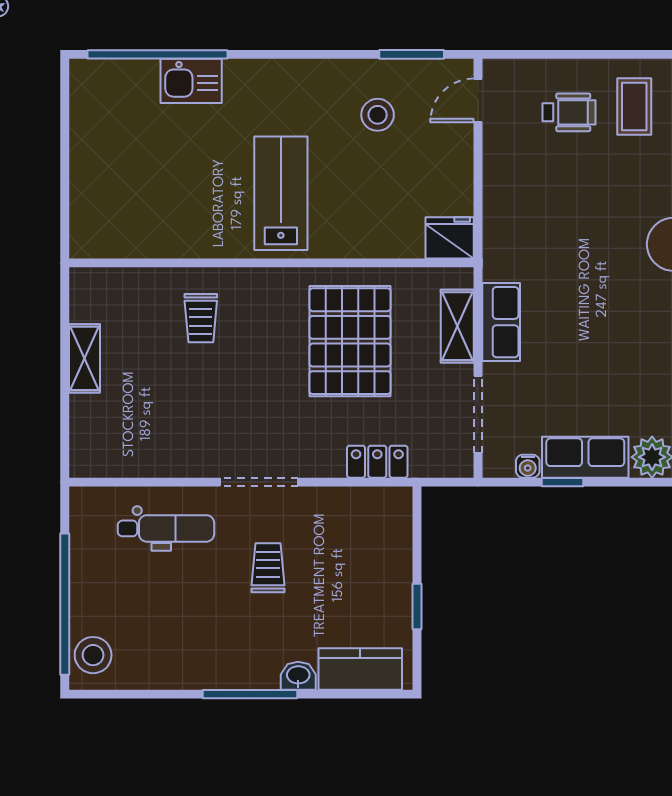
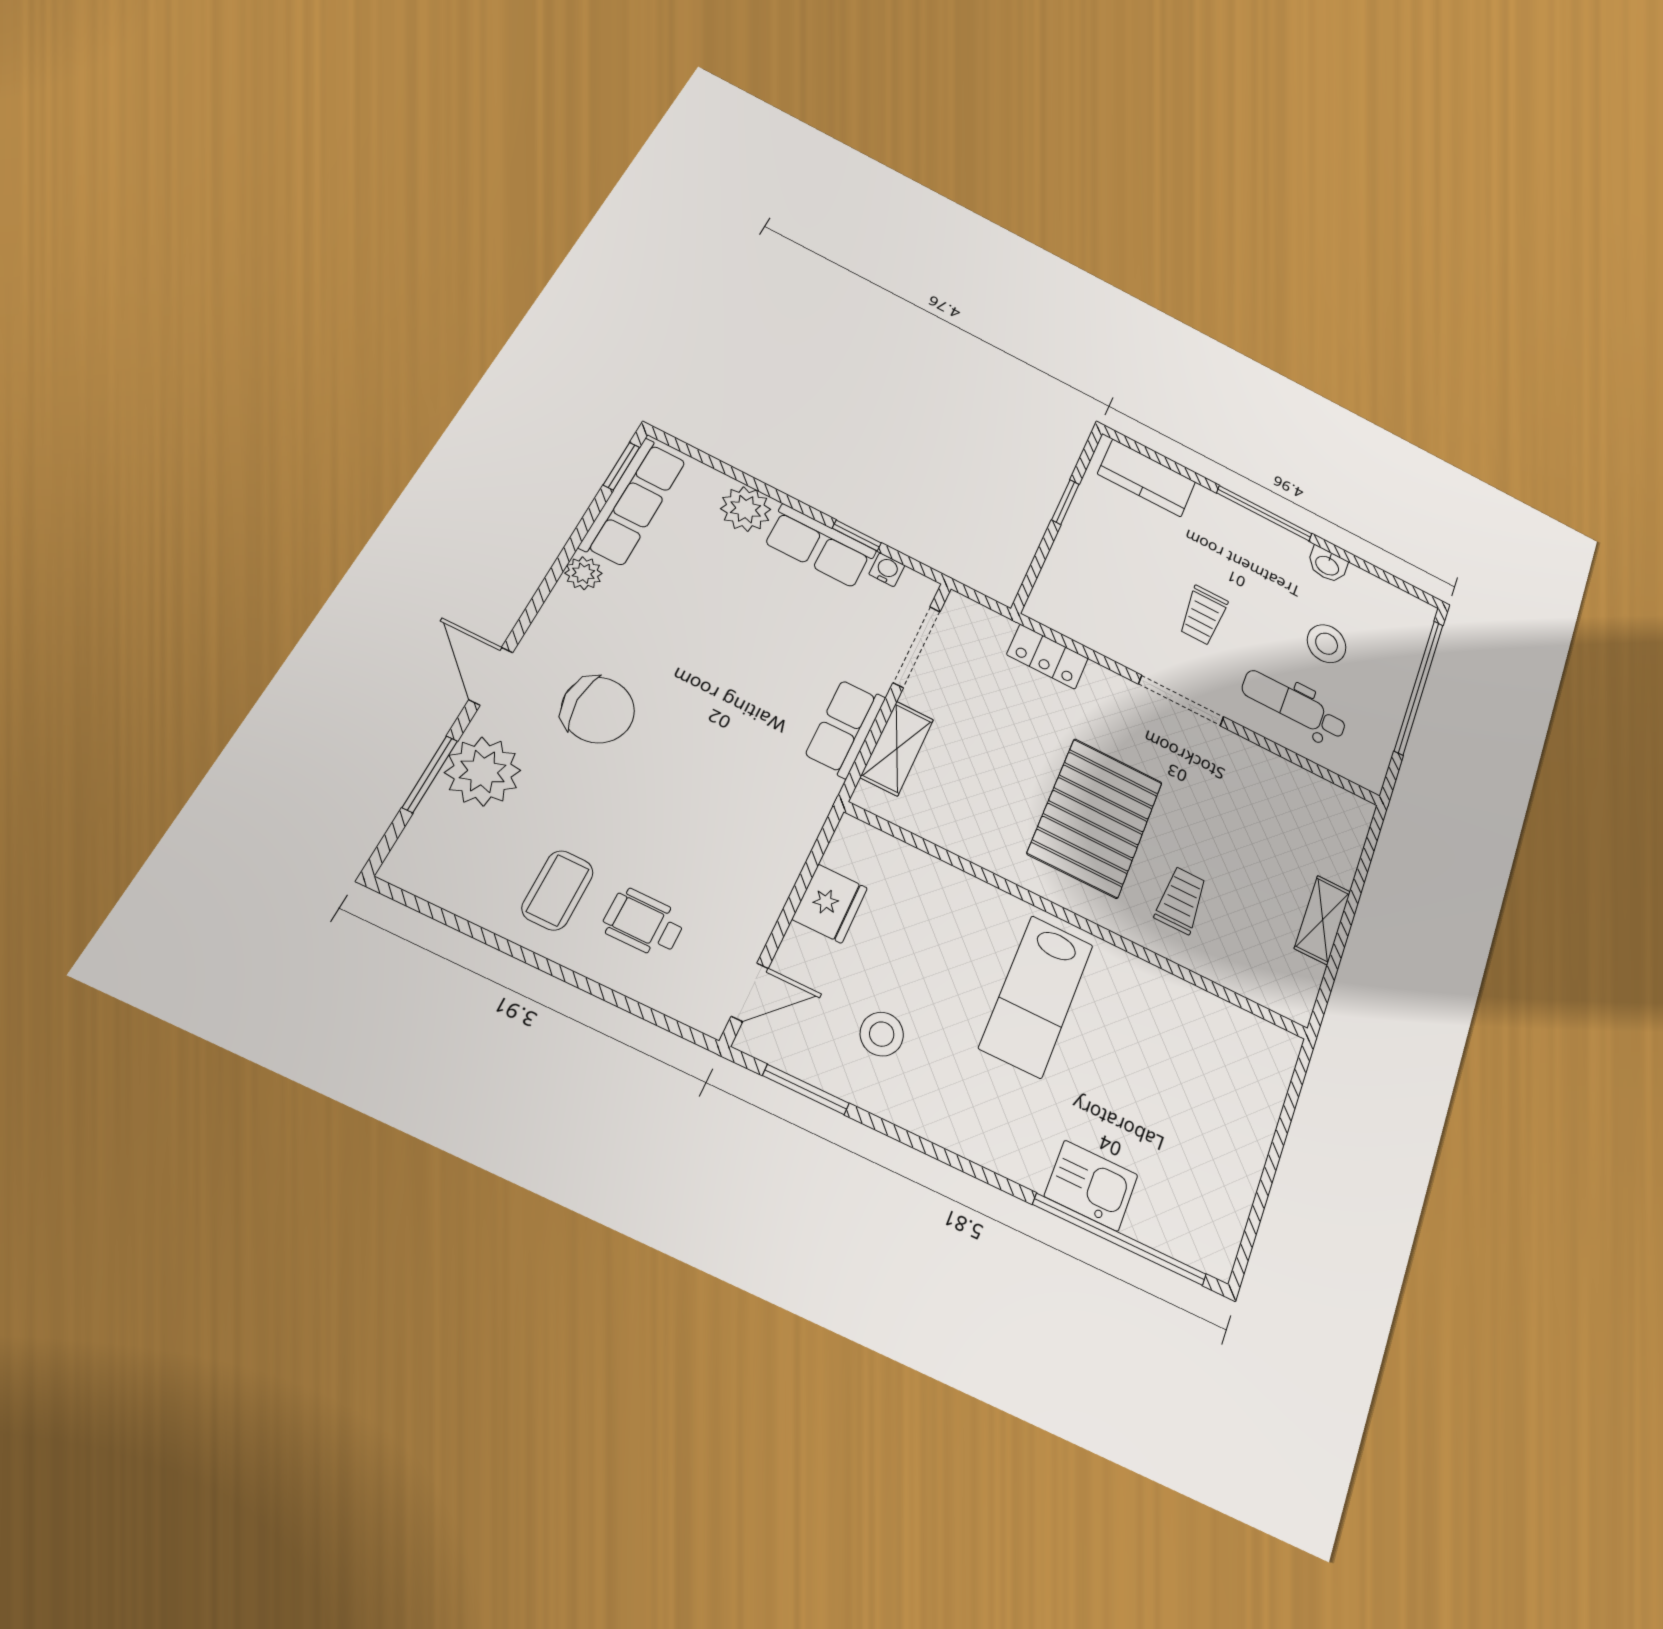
fridge: (450, 238) -> (830, 904), moved, turned -90
pallet: (350, 341) -> (1095, 818), moved
stool: (93, 655) -> (1327, 644), moved
washbasin: (298, 676) -> (1327, 565), moved

